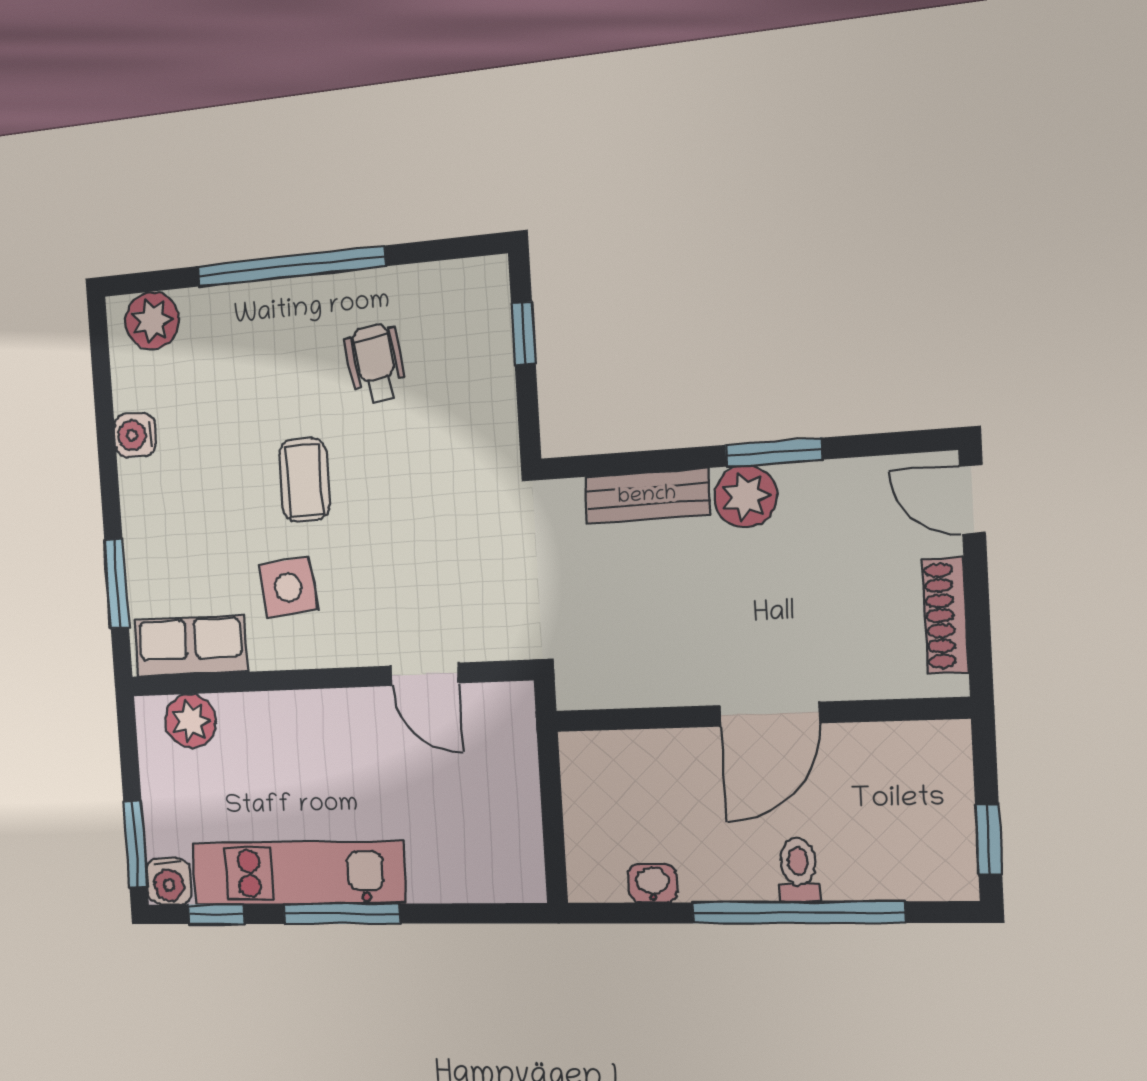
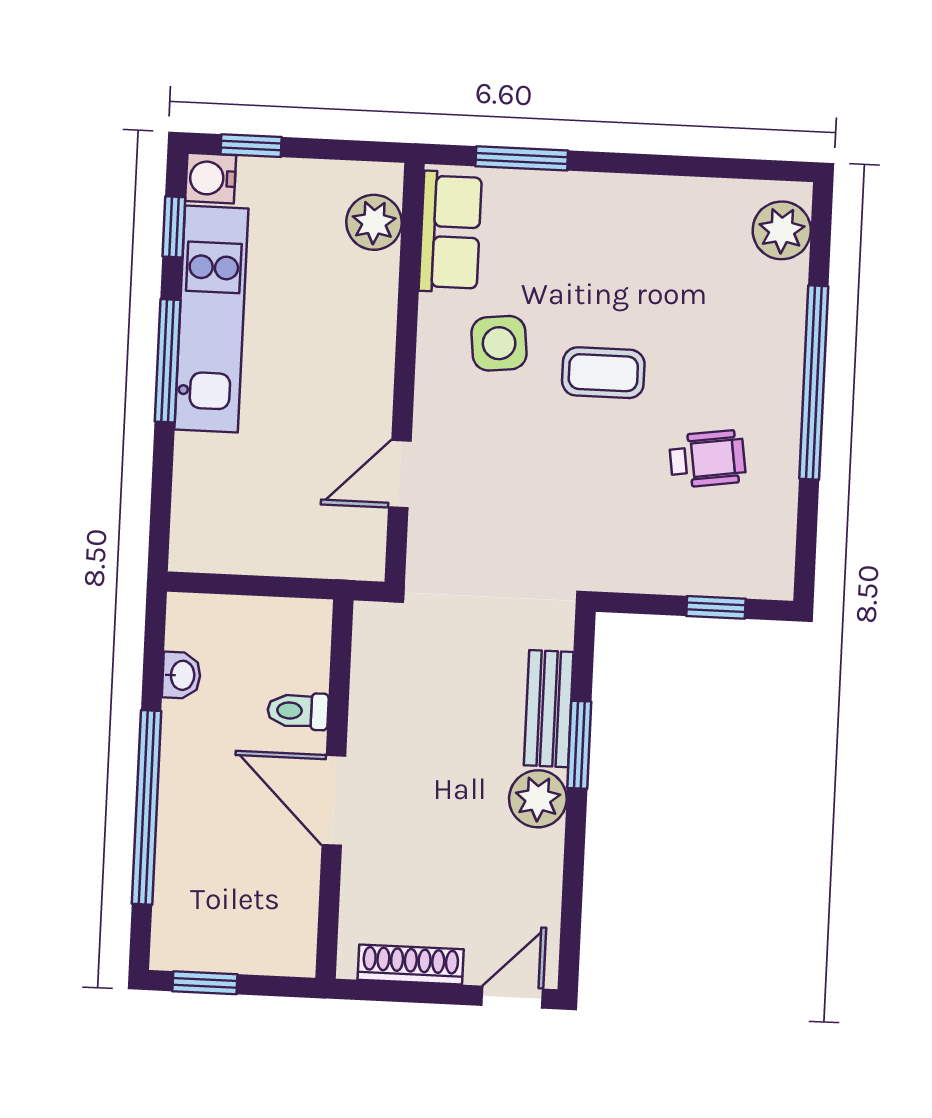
water cooler: (135, 435) -> (670, 198), removed
window: (774, 452) -> (579, 745), moved
window: (135, 844) -> (251, 146), width x0.67
toilet: (798, 870) -> (298, 711), moved, turned 180

